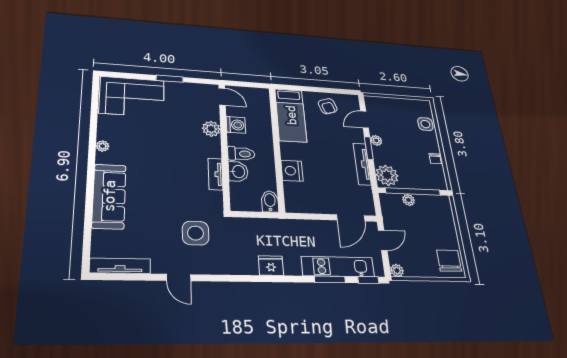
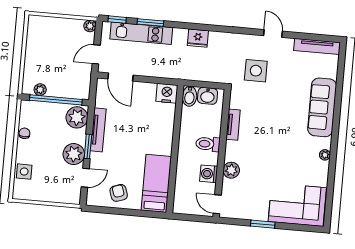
plant: (376, 140) -> (74, 154), width x1.88, depth x1.88
washbasin: (238, 171) -> (207, 96), moved, turned -90
nightstand: (292, 171) -> (167, 93), moved, turned -90
plant: (409, 200) -> (40, 90), moved
door: (351, 218) -> (120, 77), swing flipped
chair: (449, 261) -> (40, 32), removed

